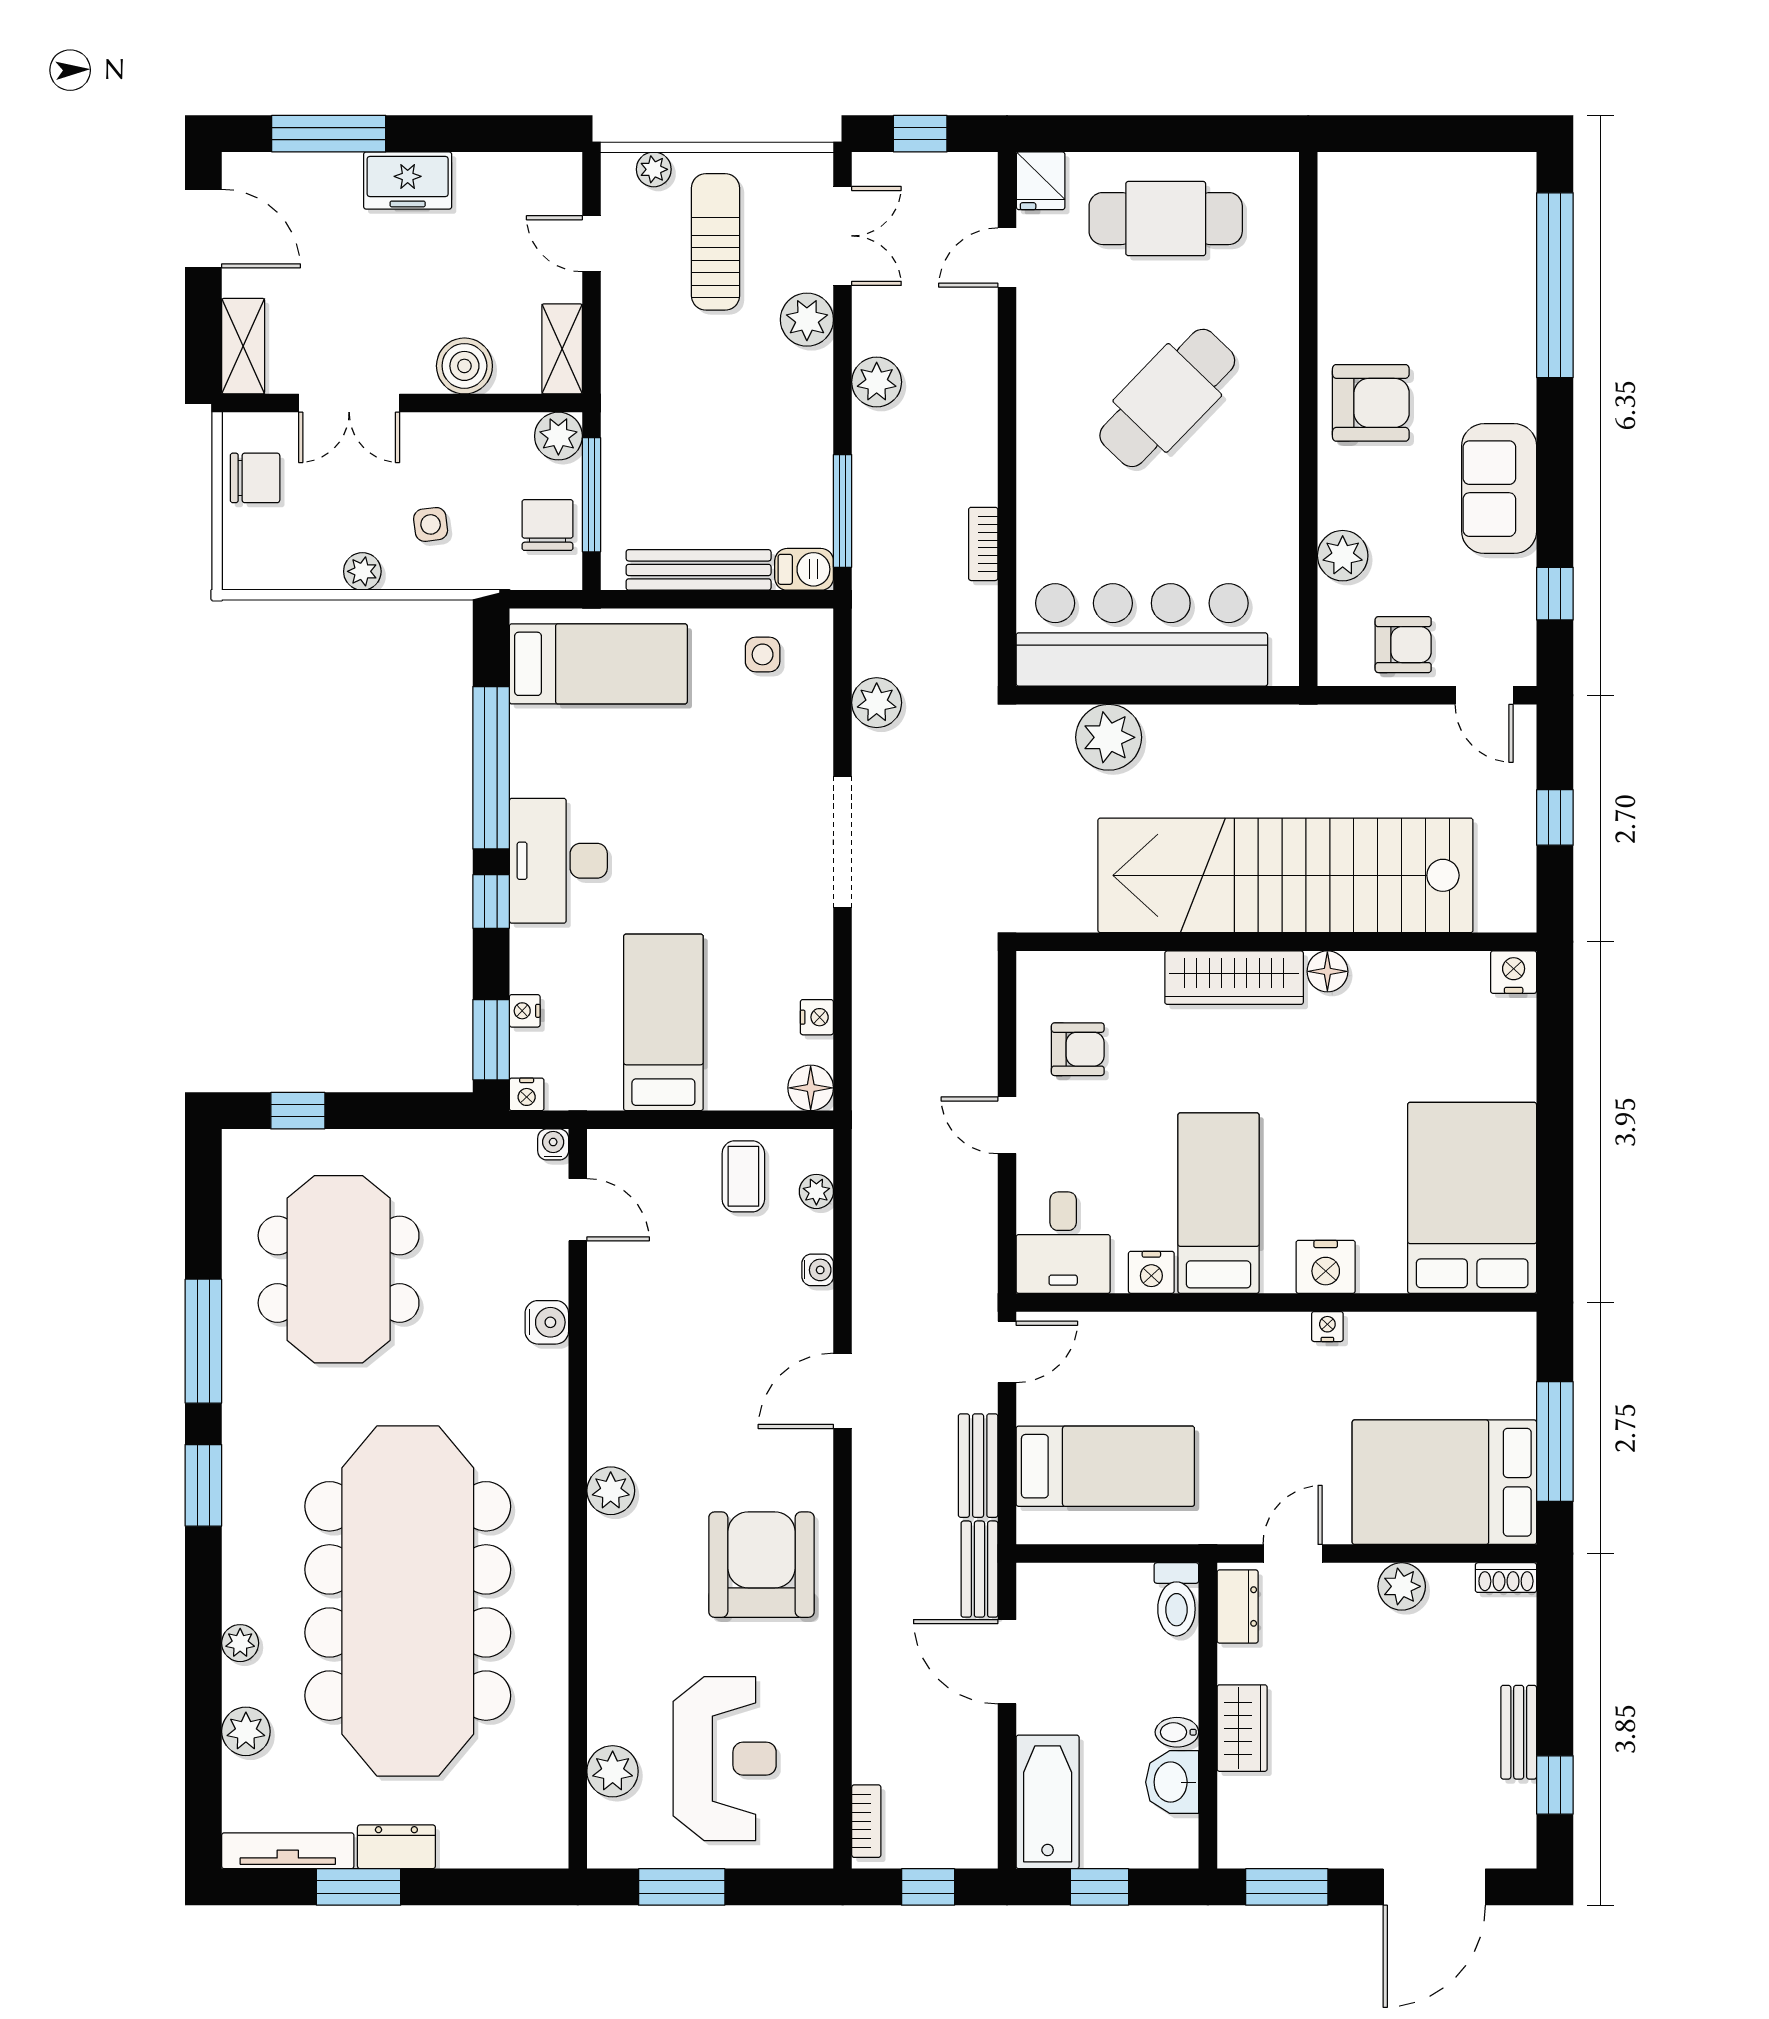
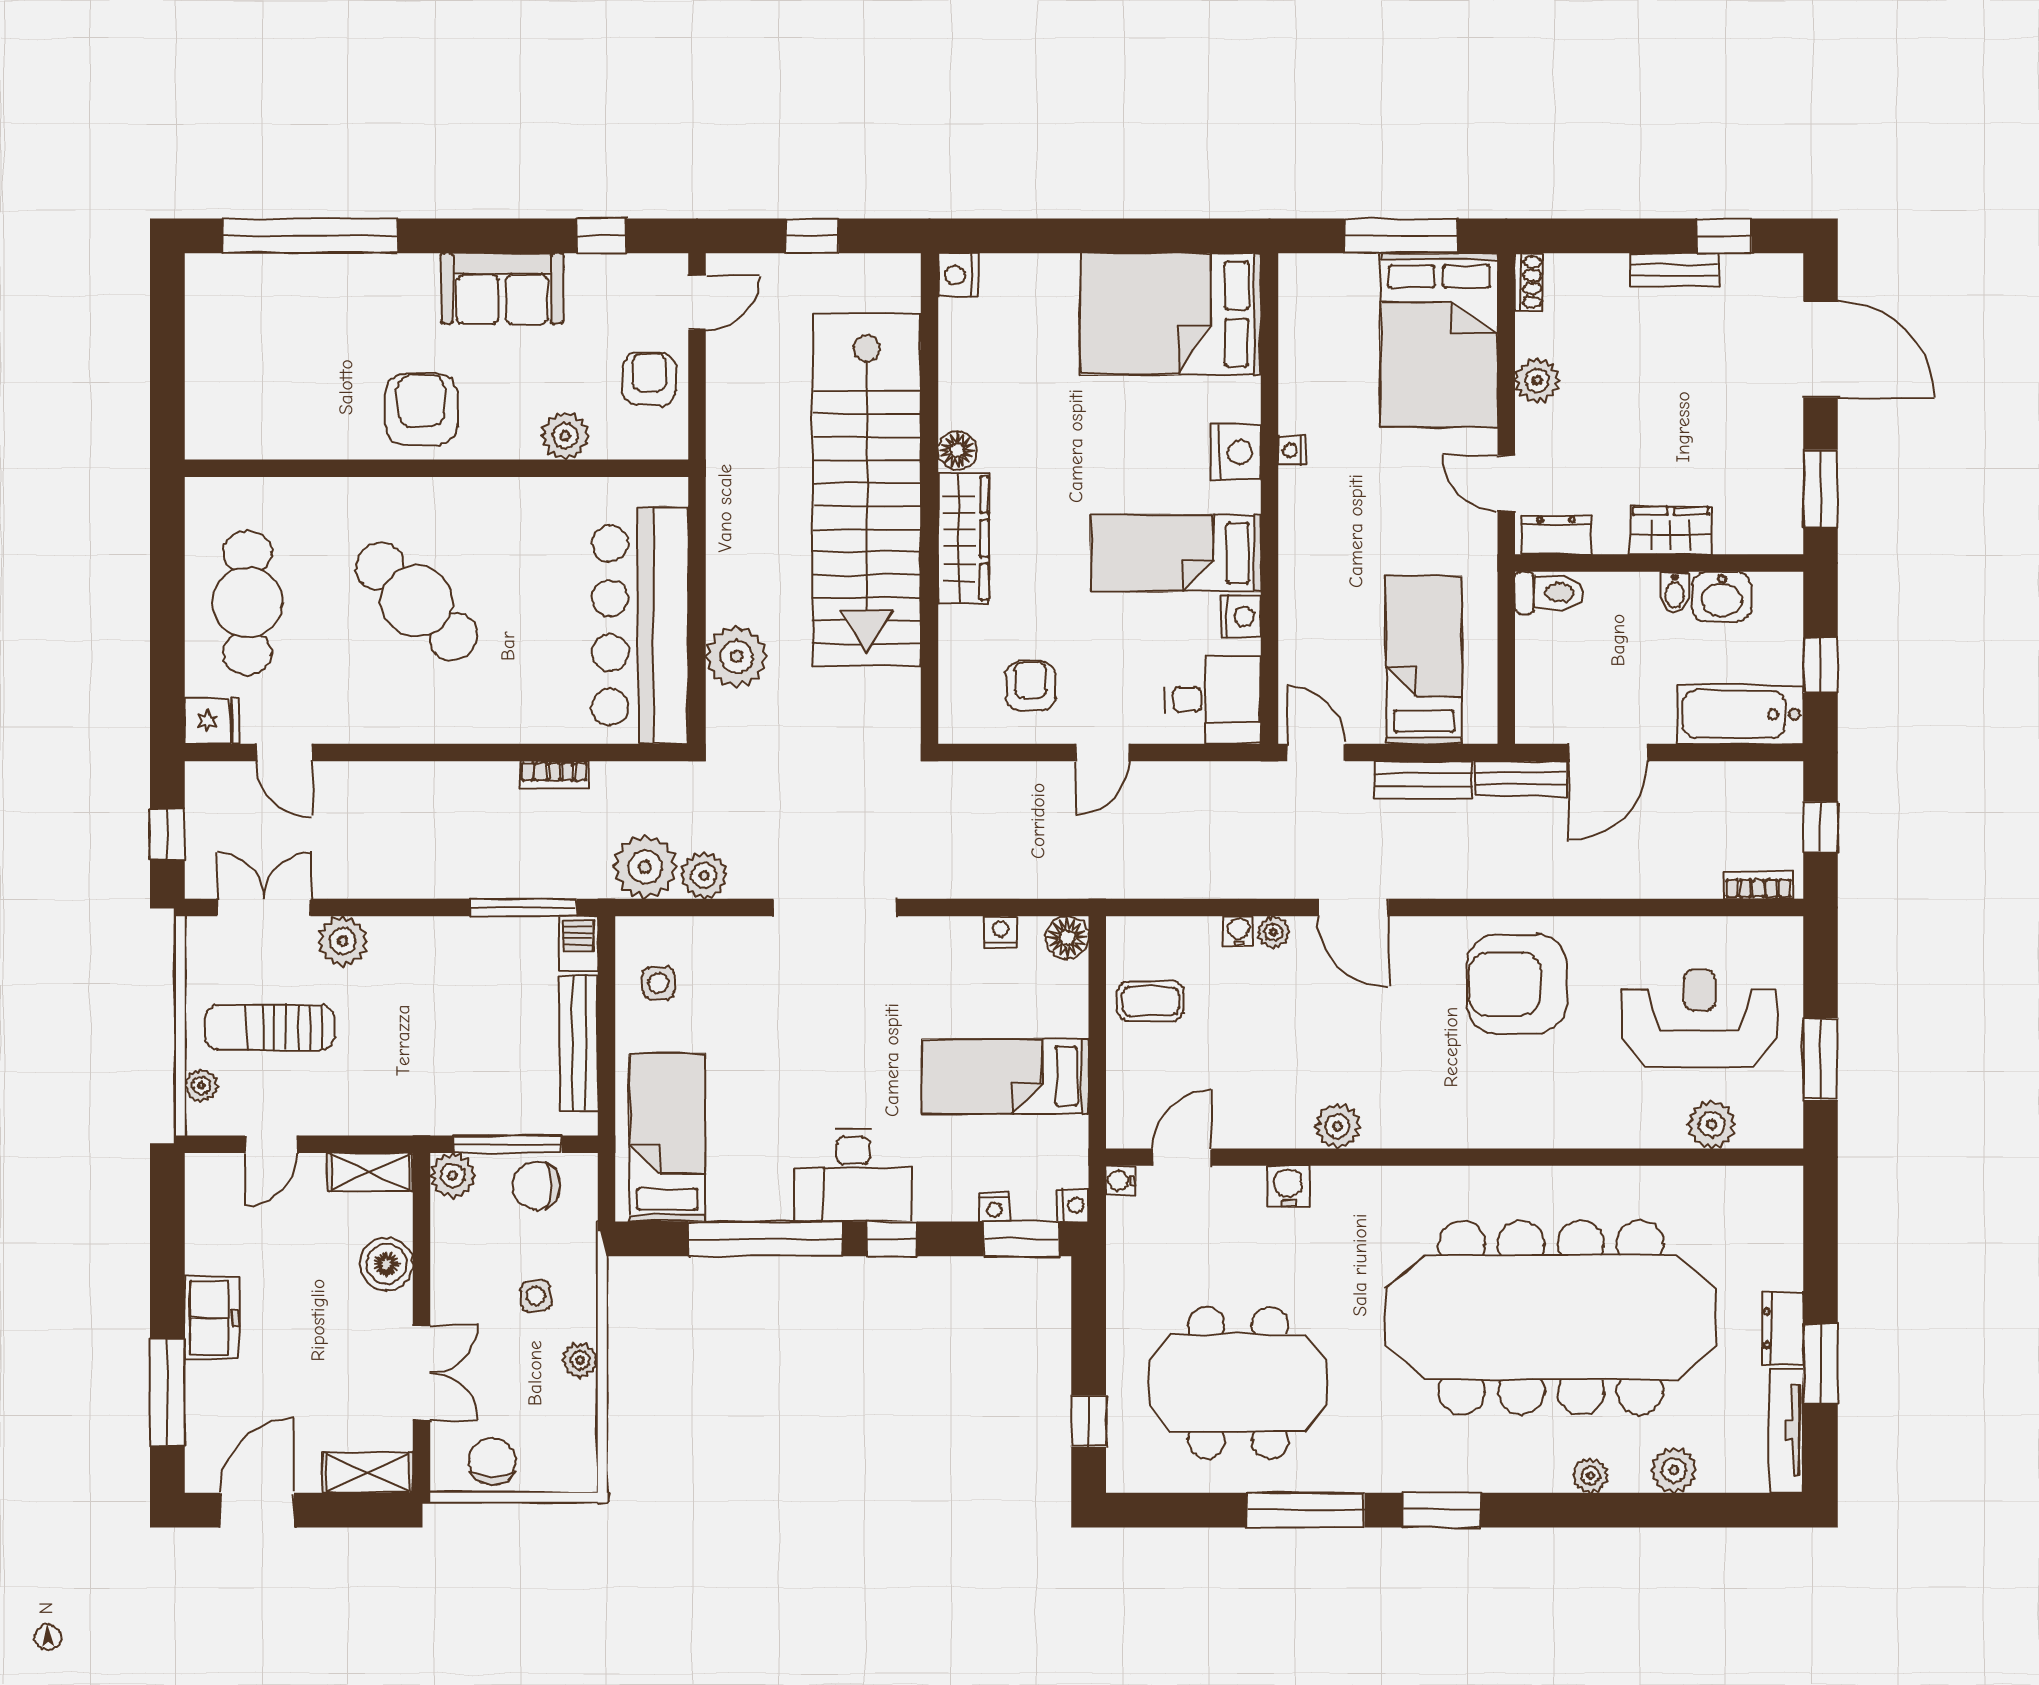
plant: (877, 382) -> (645, 867), moved, width x1.36, depth x1.36
plant: (816, 1191) -> (1273, 932), moved
plant: (611, 1491) -> (1338, 1126), moved

